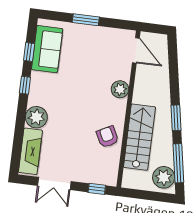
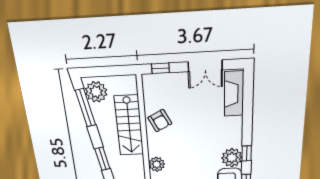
plant: (36, 117) -> (232, 158), moved
window: (176, 118) -> (102, 159), moved
double door: (54, 183) -> (205, 66), swing flipped

